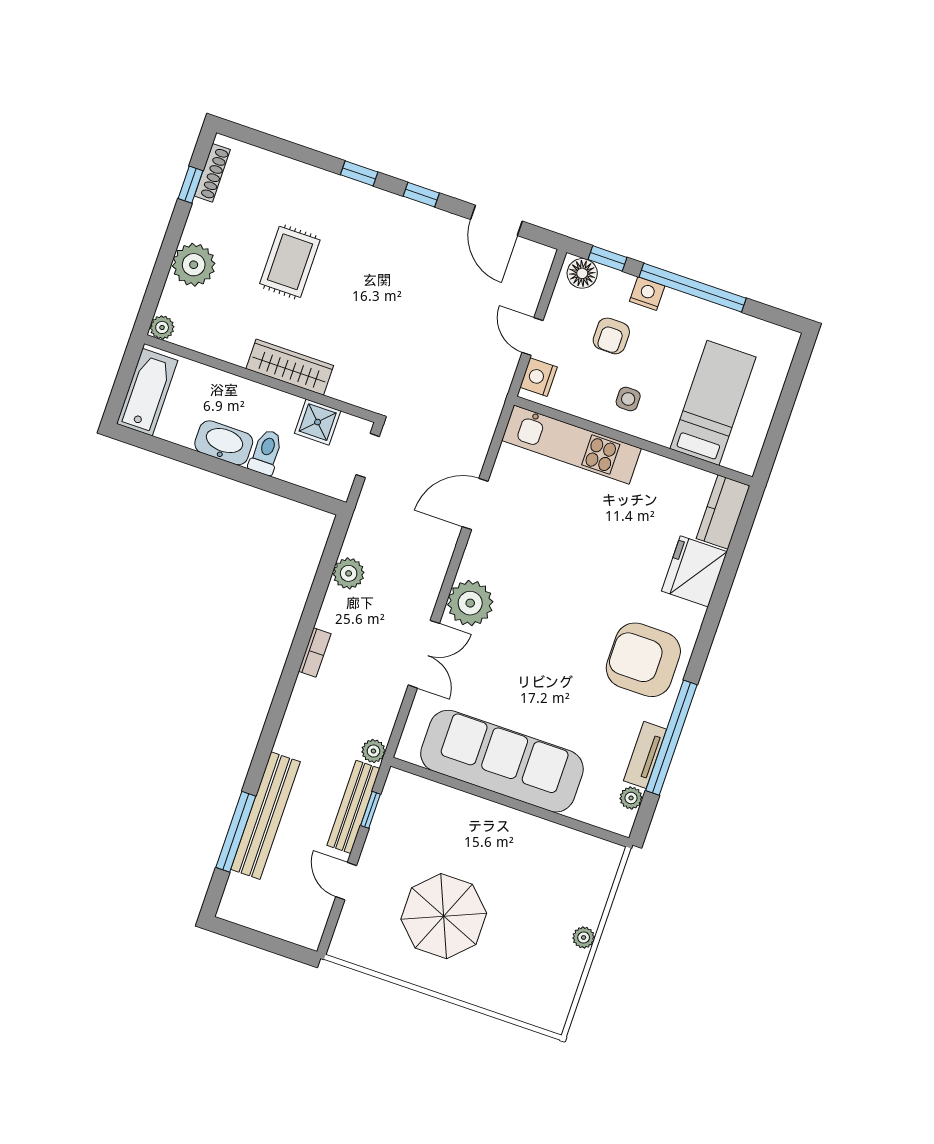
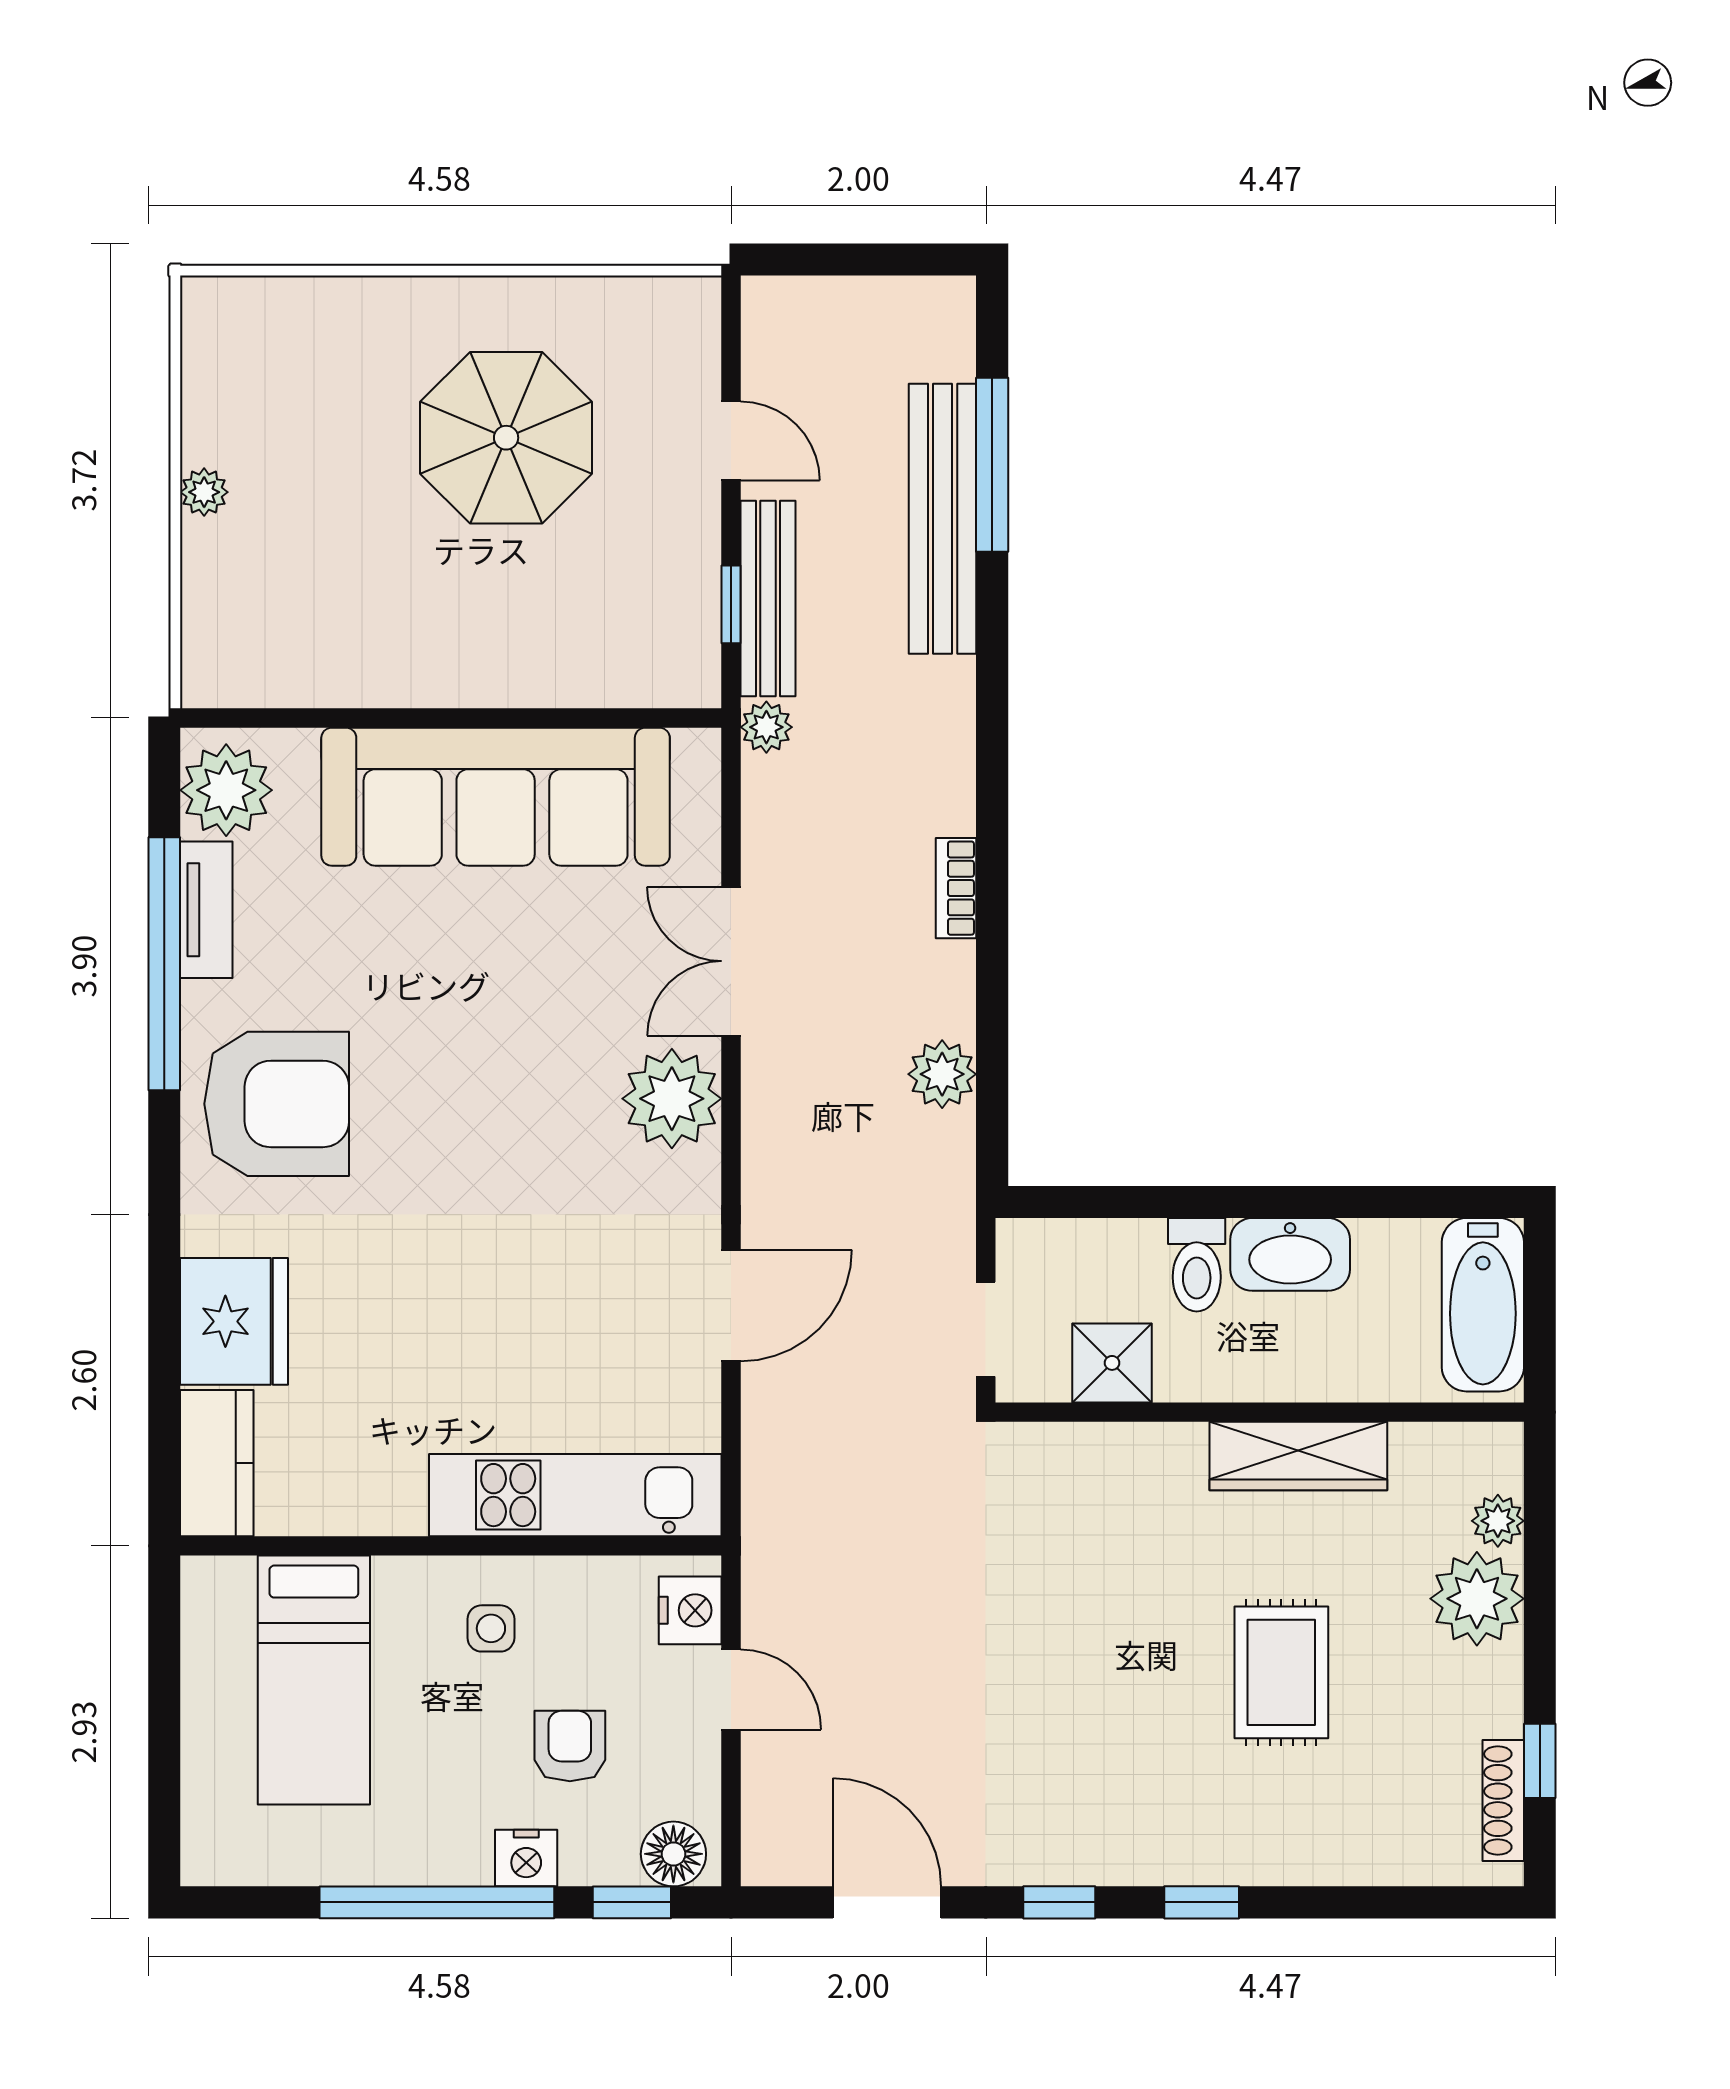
plant: (162, 327) -> (1498, 1521), moved
wardrobe: (290, 367) -> (1298, 1456), moved
plant: (631, 798) -> (226, 790), width x1.88, depth x1.88

